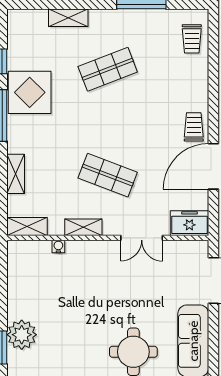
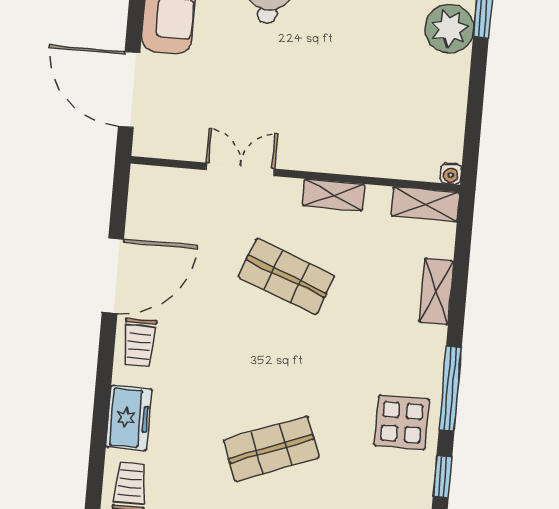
display table: (30, 92) -> (402, 422), width x0.73, depth x0.73
freezer: (189, 223) -> (129, 418), moved, turned -90
water cooler: (58, 246) -> (451, 174), moved

